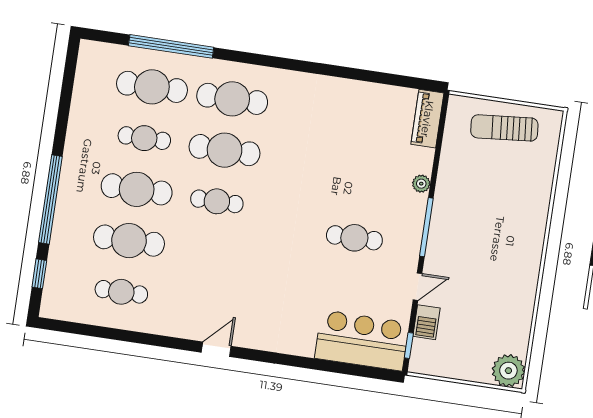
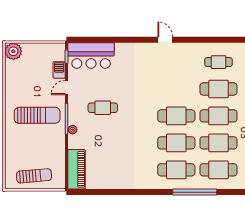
window: (171, 46) -> (195, 192), moved
piano: (427, 119) -> (77, 169), width x1.37, depth x1.33
cafe table: (144, 138) -> (218, 143), width x1.37, depth x1.35
plant: (421, 184) -> (73, 130), moved
cafe table: (217, 201) -> (176, 116), width x1.37, depth x1.35
sun lounger: (481, 242) -> (37, 115), added
door: (216, 349) -> (165, 40), swing flipped

